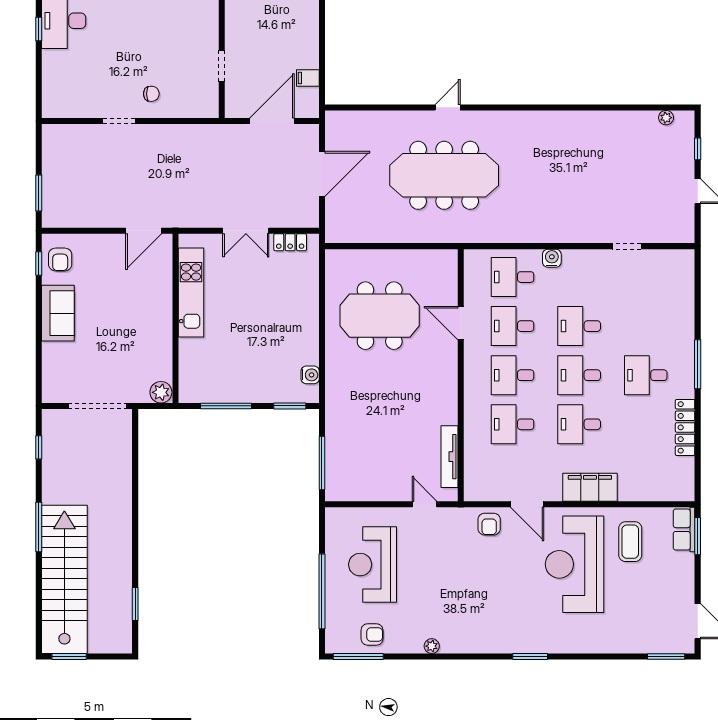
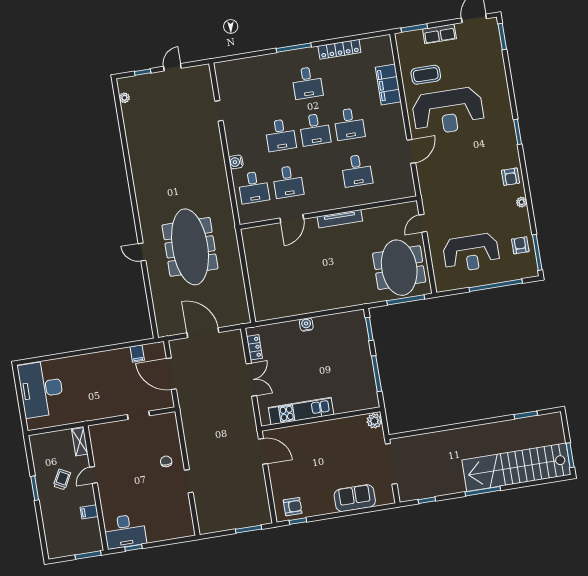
sofa: (58, 313) -> (355, 498), moved
meeting table: (380, 316) -> (399, 268), moved
water cooler: (310, 375) -> (306, 324), moved
desk: (513, 375) -> (322, 176), removed
tv unit: (449, 457) -> (340, 219), moved
filing cabinet: (590, 487) -> (388, 85), moved
armchair: (489, 524) -> (510, 177), moved, turned 90
row of seats: (684, 530) -> (439, 34), moved

